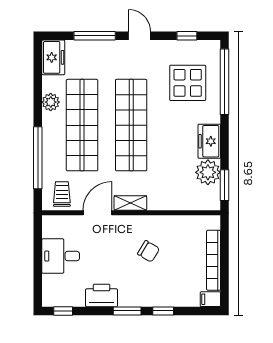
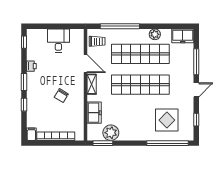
freezer: (209, 141) -> (94, 113), moved, turned 90
printer: (102, 296) -> (31, 66), width x0.53, depth x0.68

